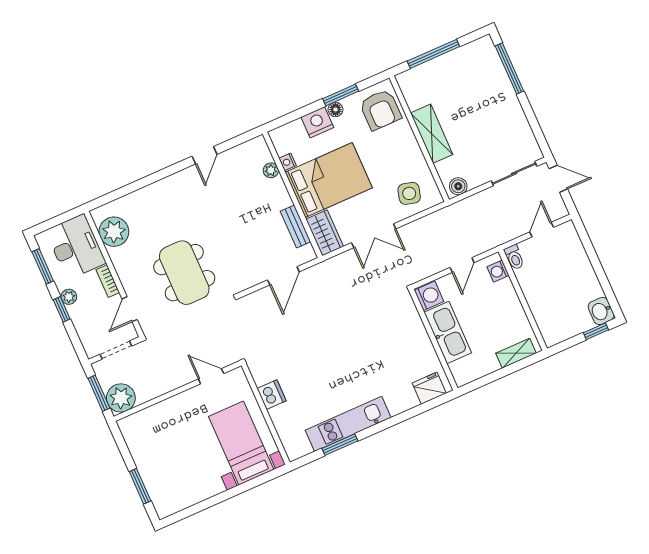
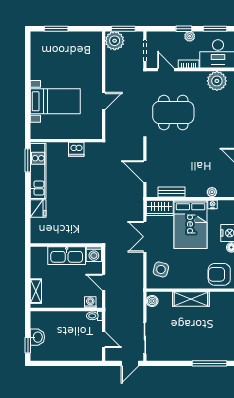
washbasin: (601, 311) -> (37, 337), moved, turned 90
fridge: (429, 388) -> (38, 209), moved
dishwasher: (272, 395) -> (76, 149), moved
wall: (266, 414) -> (66, 141), moved

